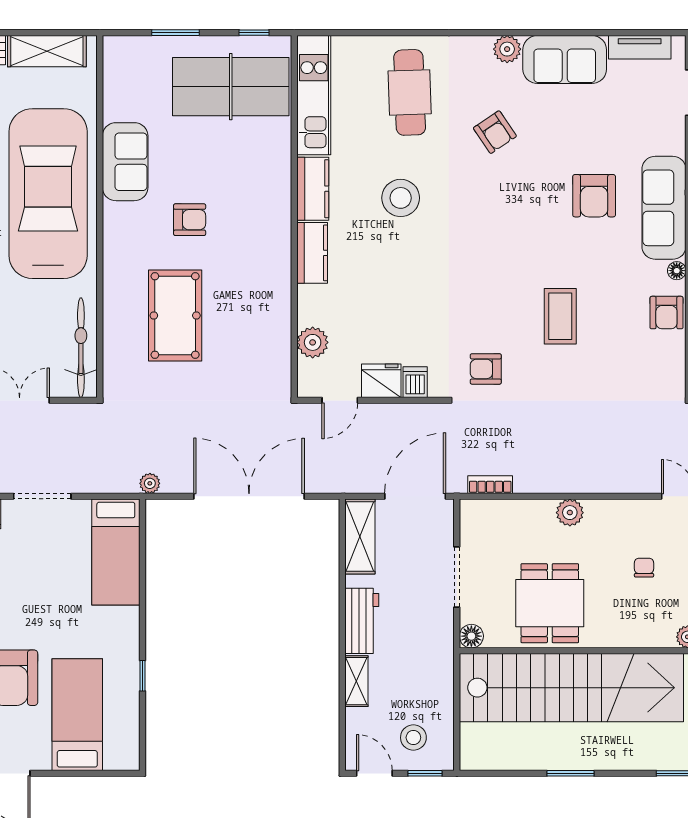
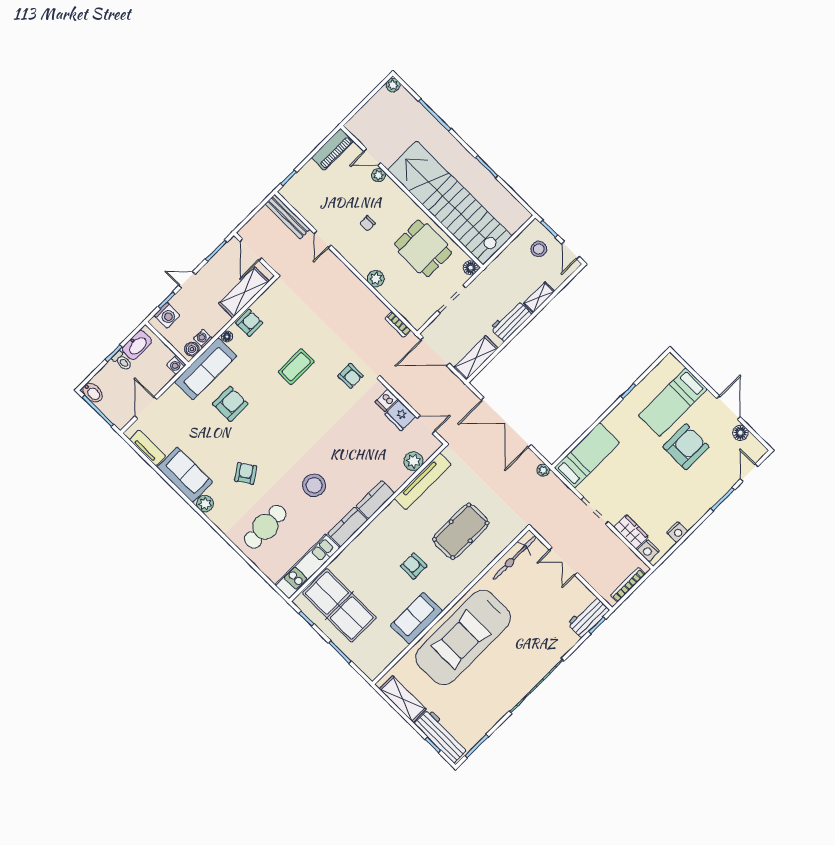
tv unit: (278, 330) -> (423, 481), added
dining table: (550, 603) -> (423, 248), turned 90

